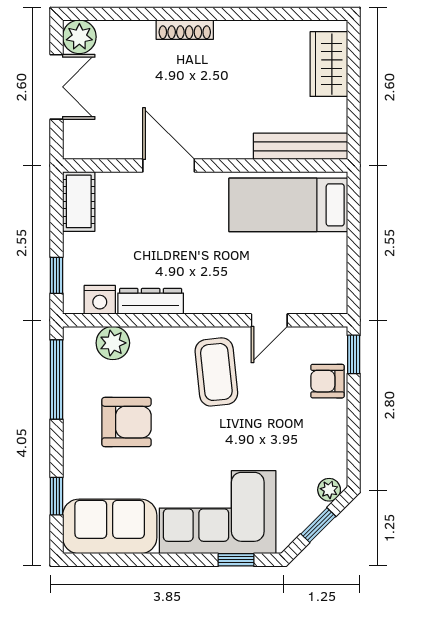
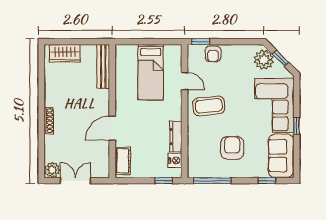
cot: (79, 201) -> (123, 161), moved, turned 90
bed: (288, 205) -> (151, 72), moved
plant: (113, 343) -> (195, 154), removed
plant: (329, 490) -> (264, 60), width x1.87, depth x1.87
window: (236, 560) -> (297, 126), moved

